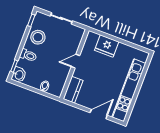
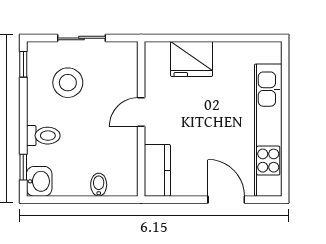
stool: (38, 37) -> (68, 83), moved
door: (99, 114) -> (226, 200), hinge flipped

